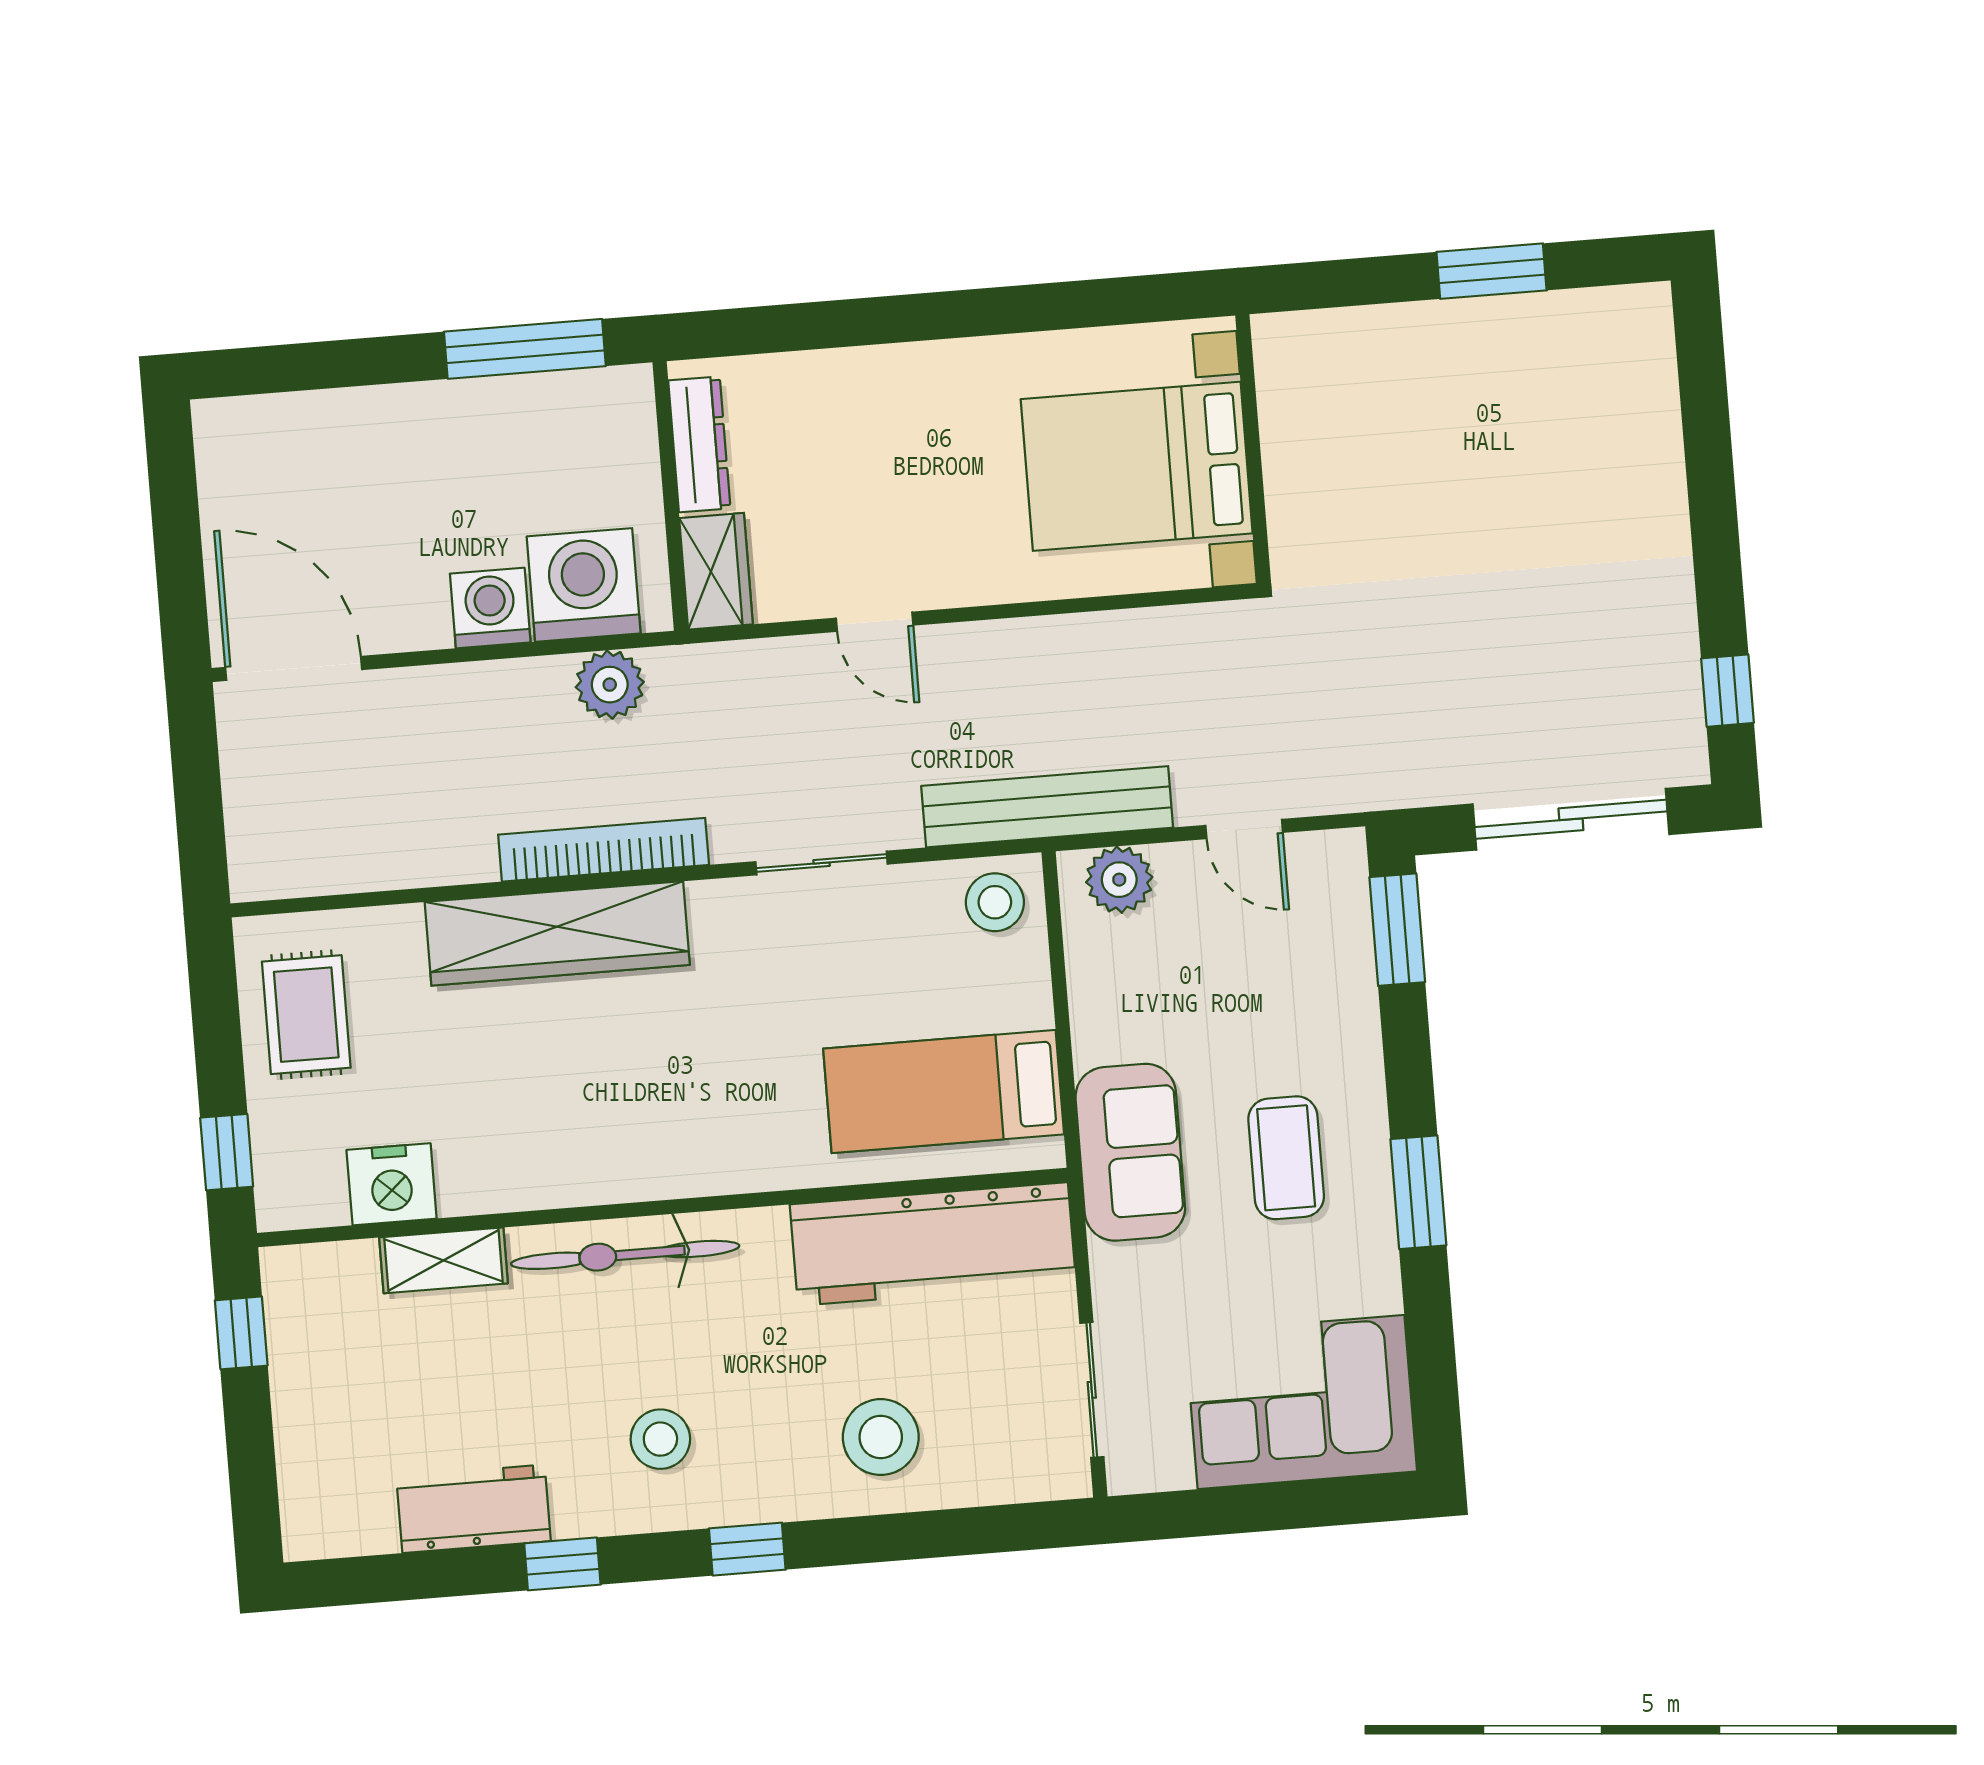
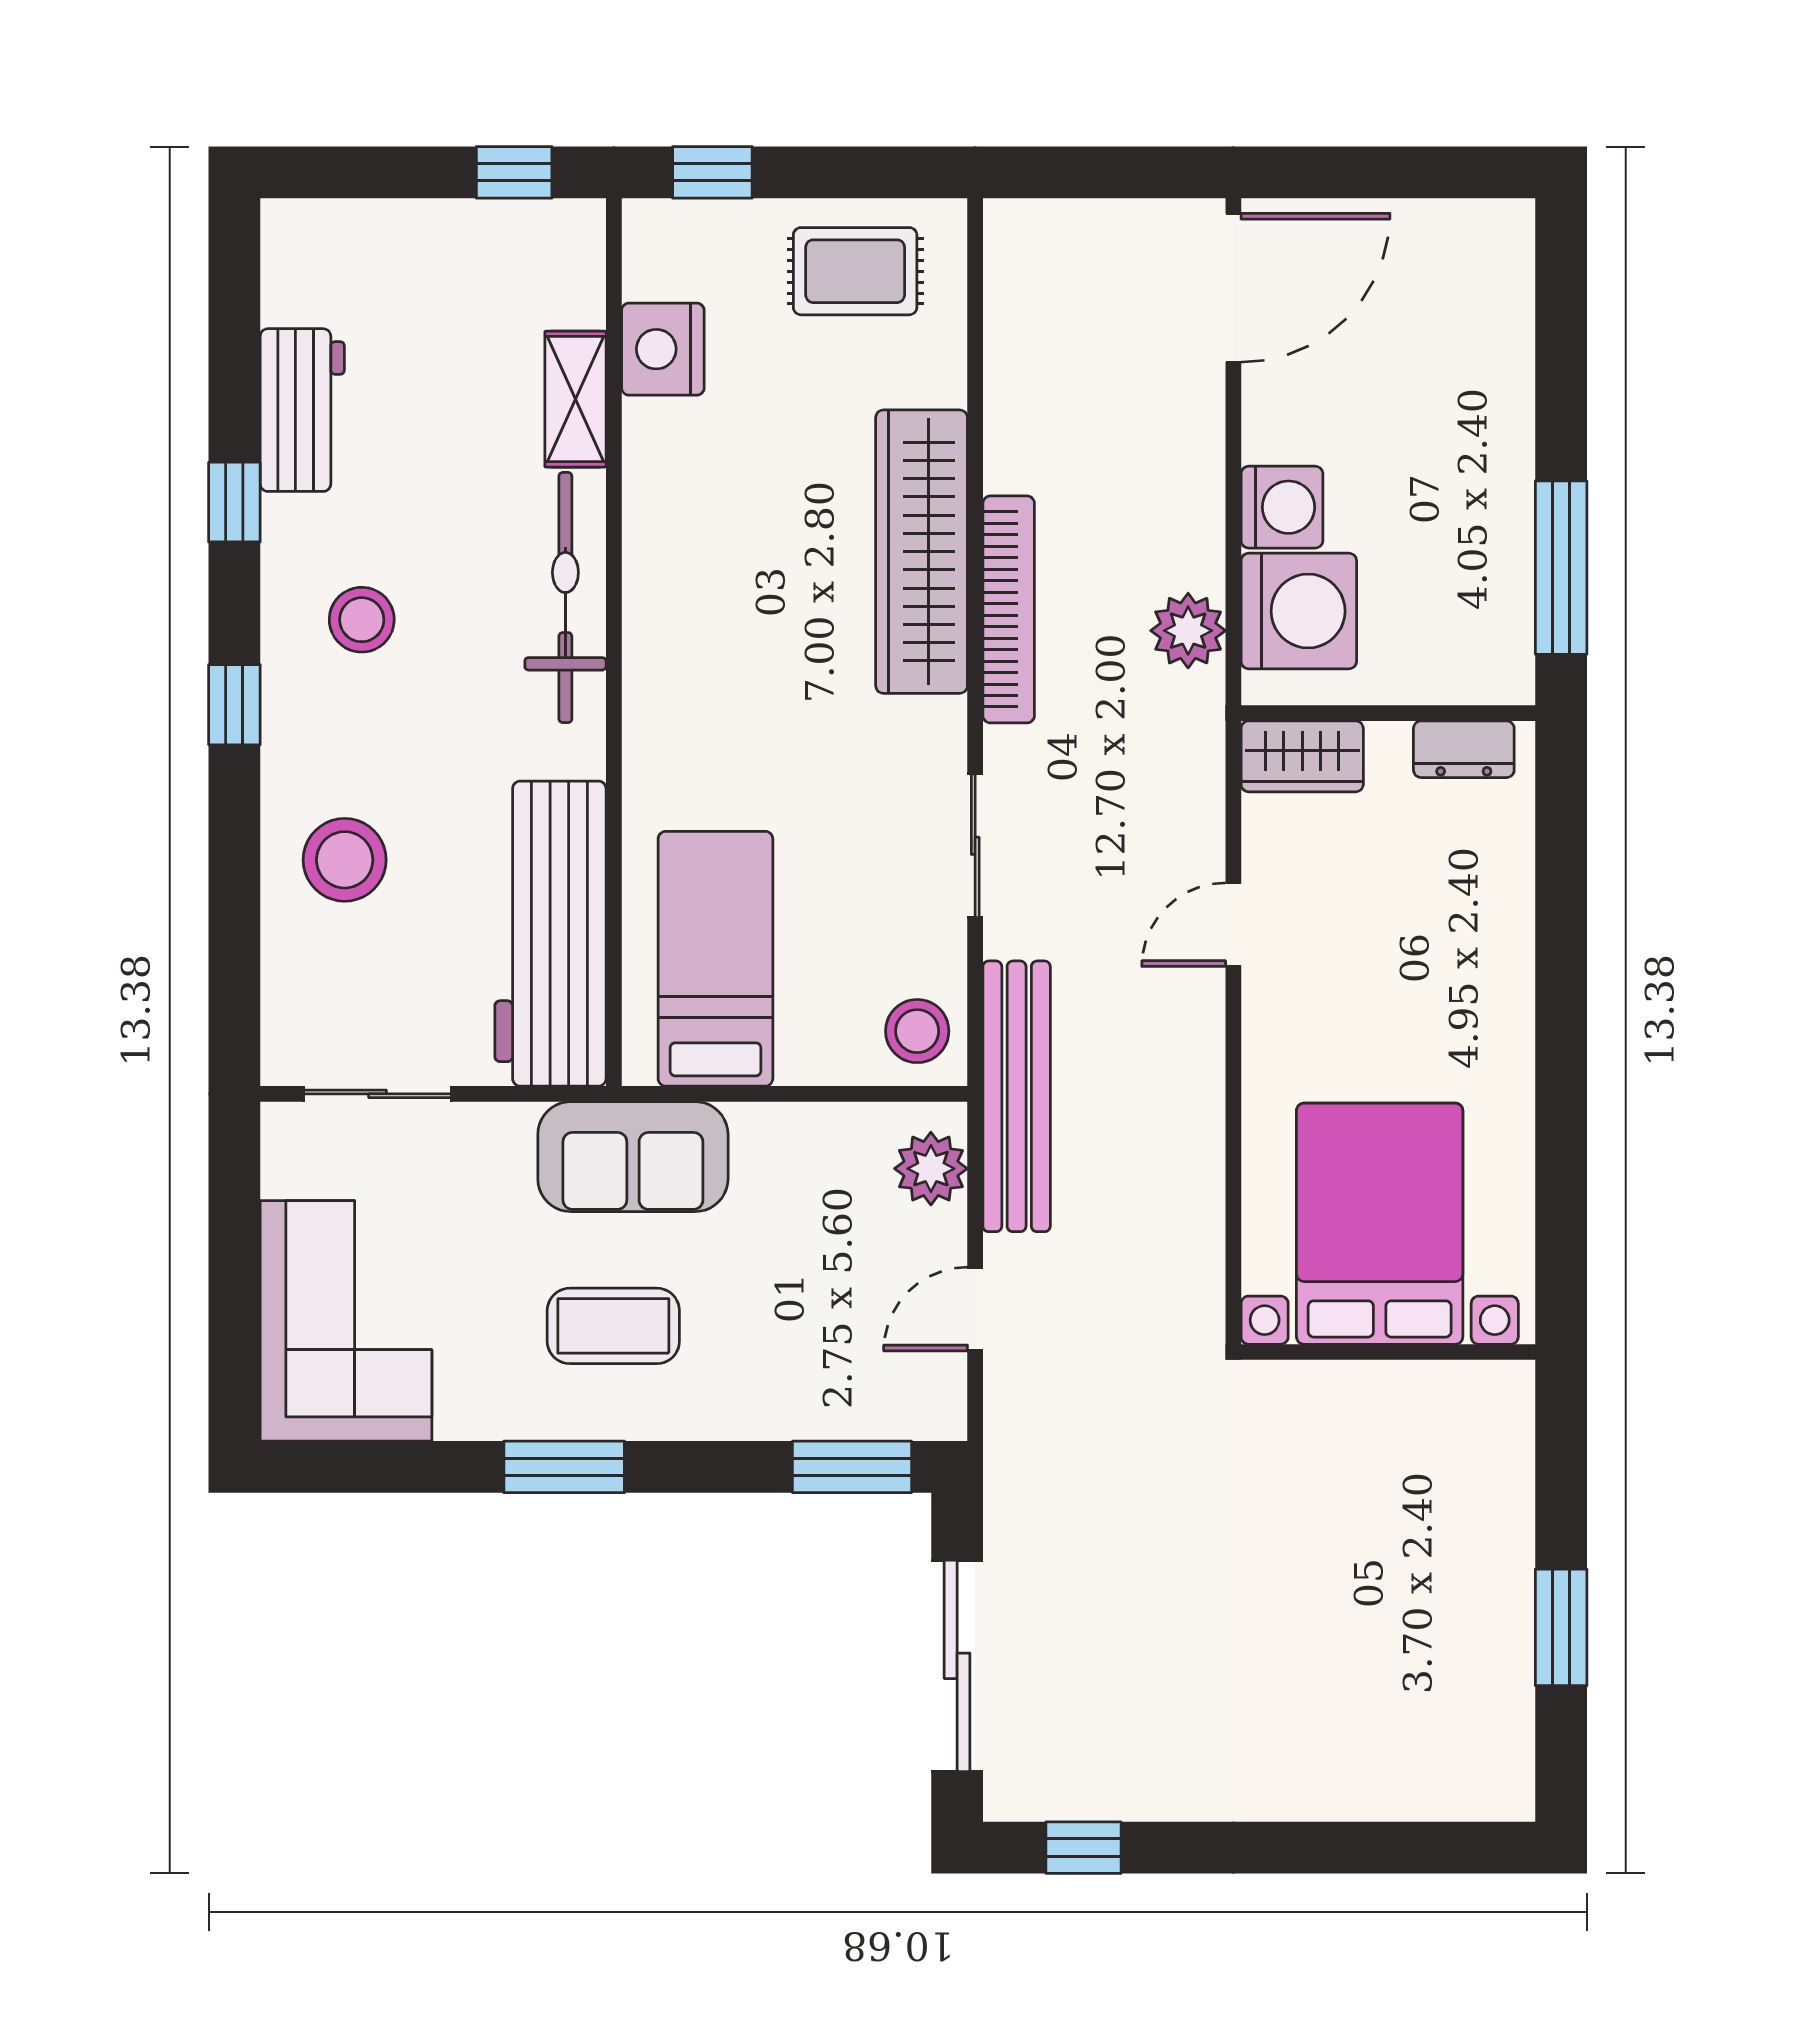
dresser: (699, 444) -> (1464, 749), width x0.70

